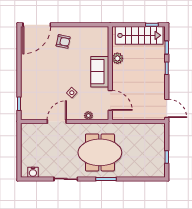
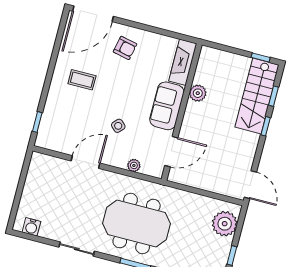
stairs: (139, 35) -> (257, 96), moved, turned 90
fireplace: (103, 41) -> (183, 62), added
coffee table: (41, 69) -> (82, 80), added
door: (110, 100) -> (171, 152), hinge flipped
plant: (157, 138) -> (225, 224), added

